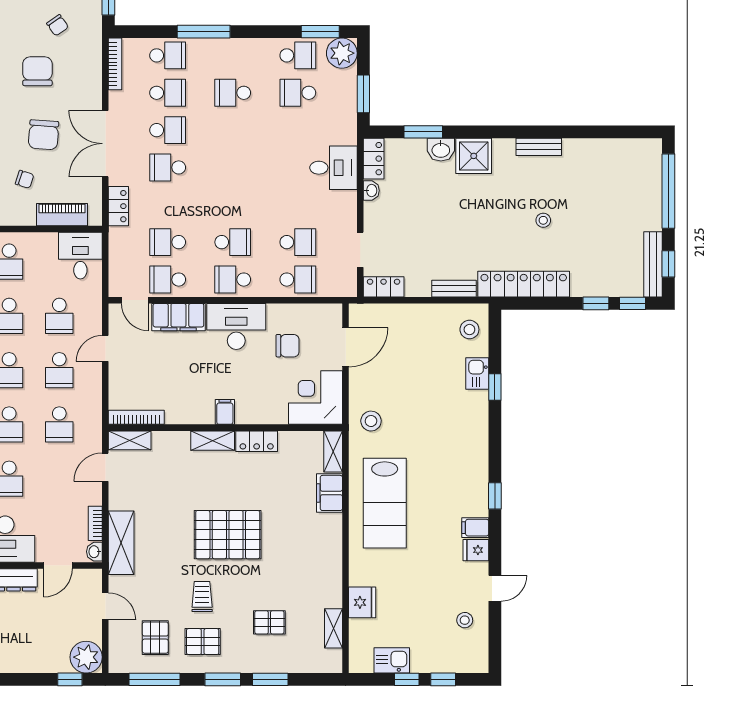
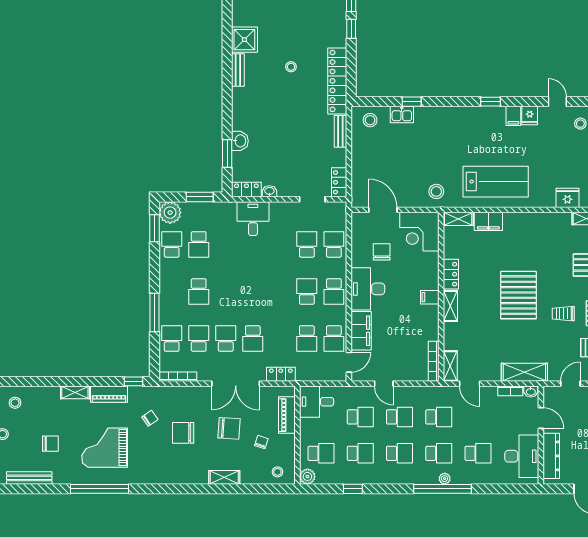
shower: (474, 156) -> (244, 40), moved

